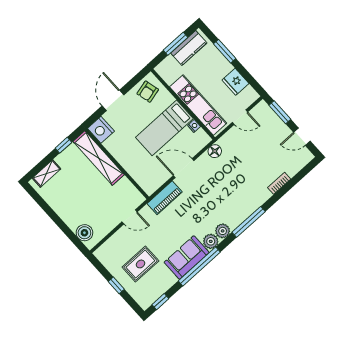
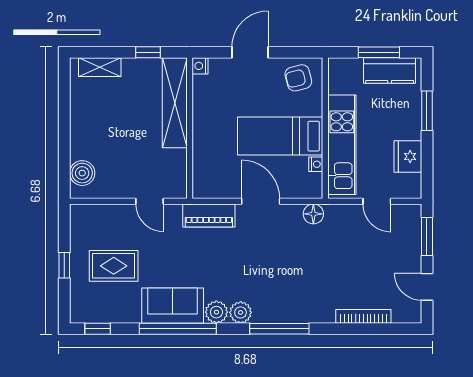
nightstand: (101, 130) -> (200, 66), width x0.53, depth x0.56
bookcase: (279, 183) -> (363, 316), width x1.56

